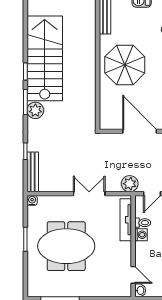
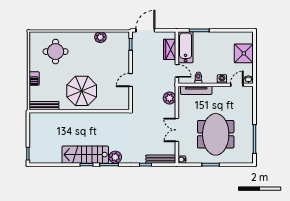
stairs: (45, 58) -> (85, 155), width x0.73, depth x0.66
door: (140, 131) -> (131, 80), width x0.53
plant: (130, 184) -> (170, 98), moved
double door: (89, 194) -> (177, 130), moved
washing machine: (141, 235) -> (222, 79), moved

